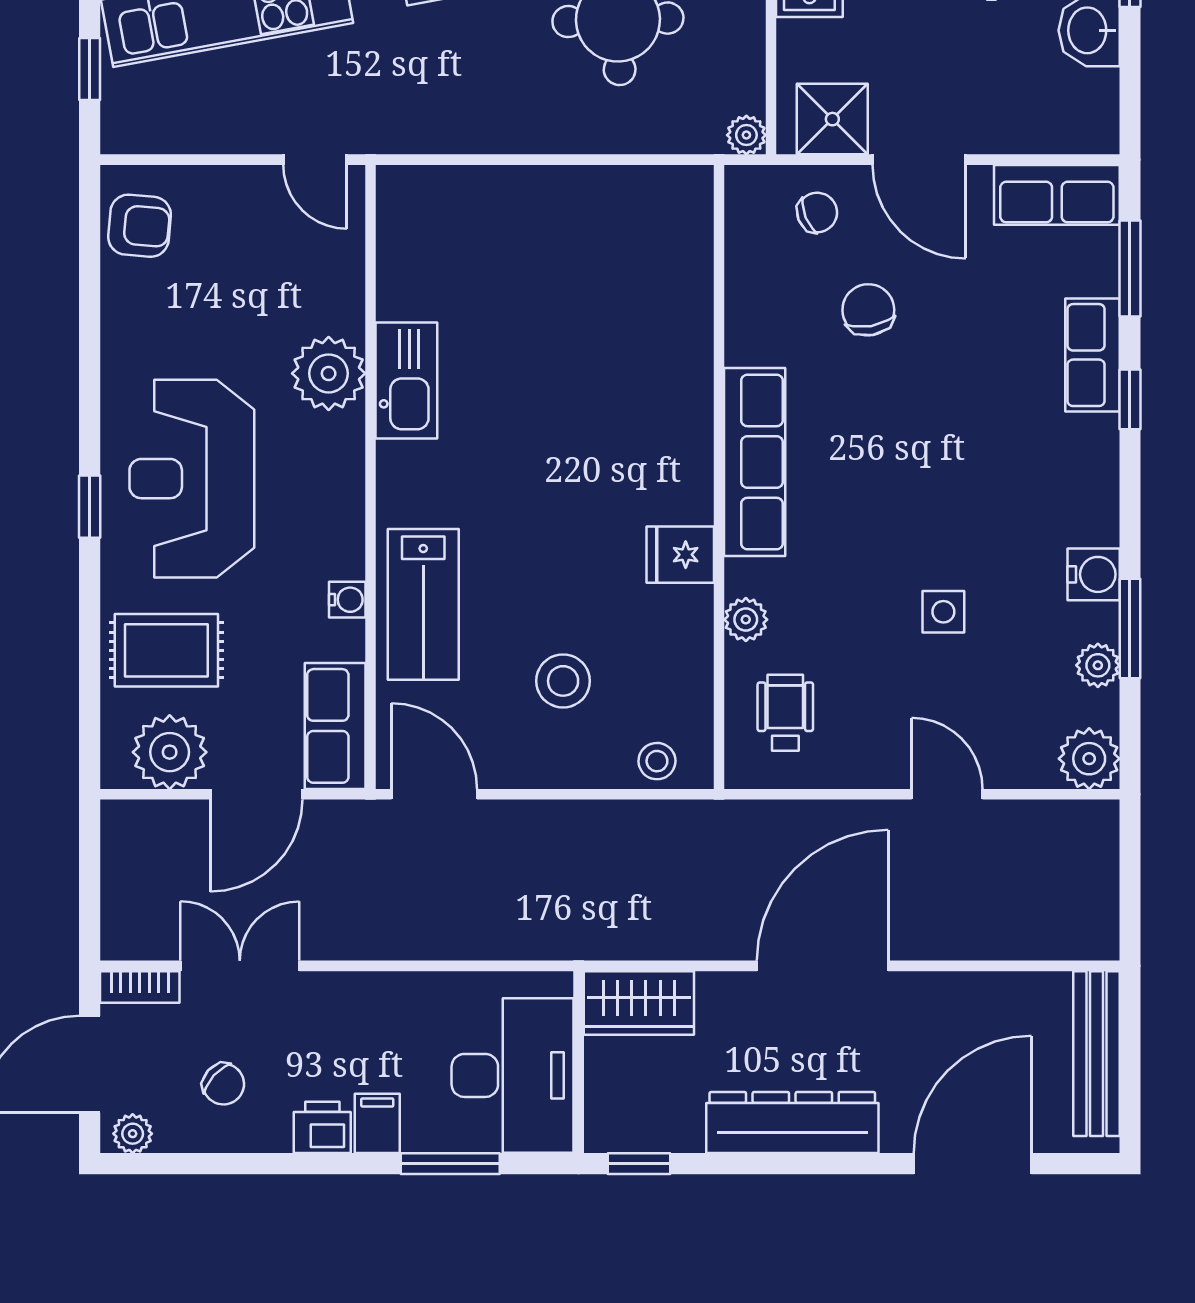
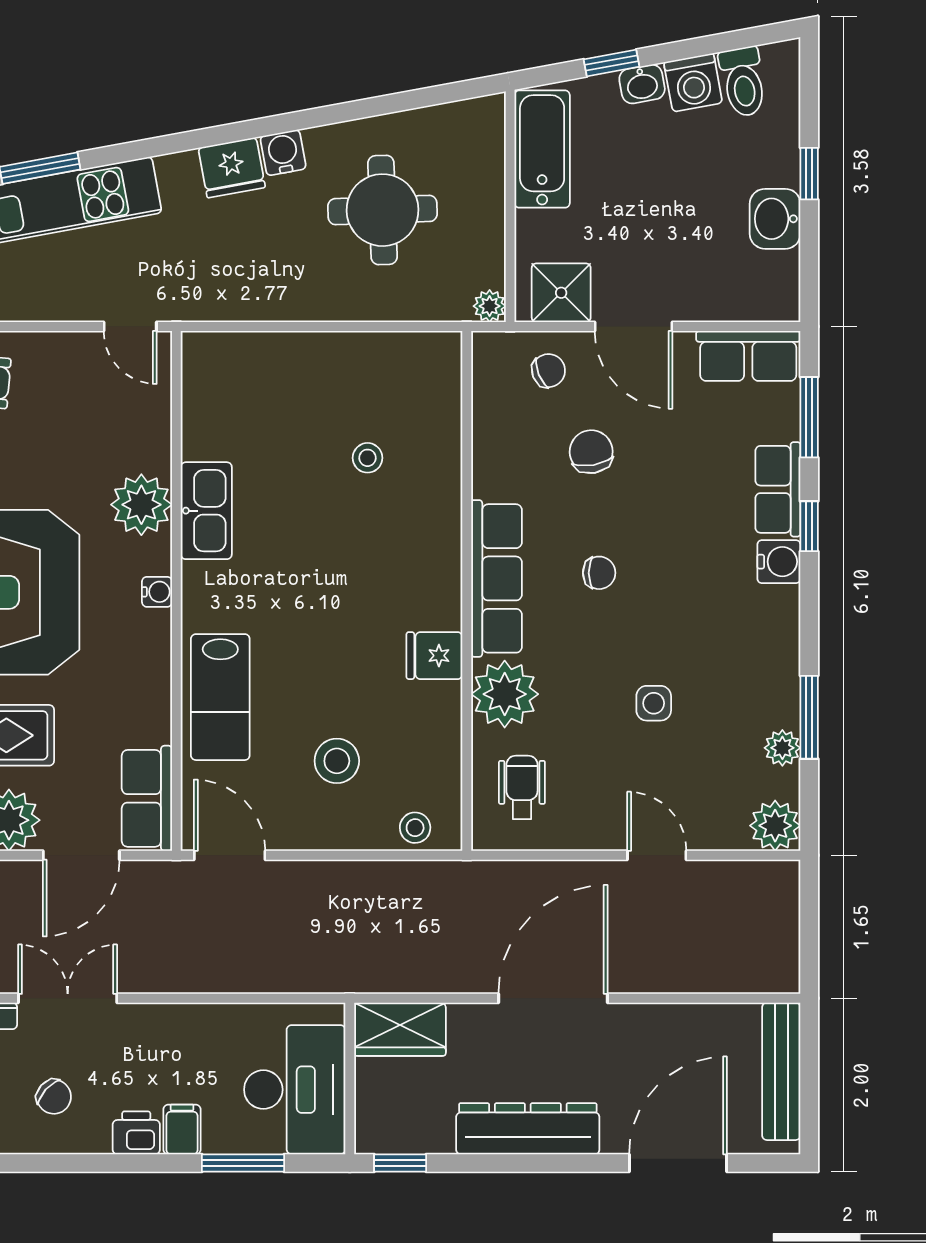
stool: (600, 317) -> (368, 458), added
chair: (878, 455) -> (599, 573), added
water cooler: (1094, 574) -> (779, 562), moved
water cooler: (347, 600) -> (157, 592), moved
plant: (746, 620) -> (505, 694), width x1.88, depth x1.88

